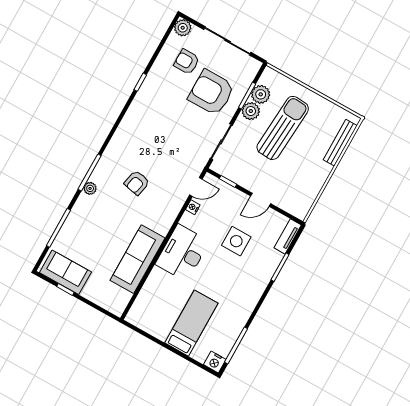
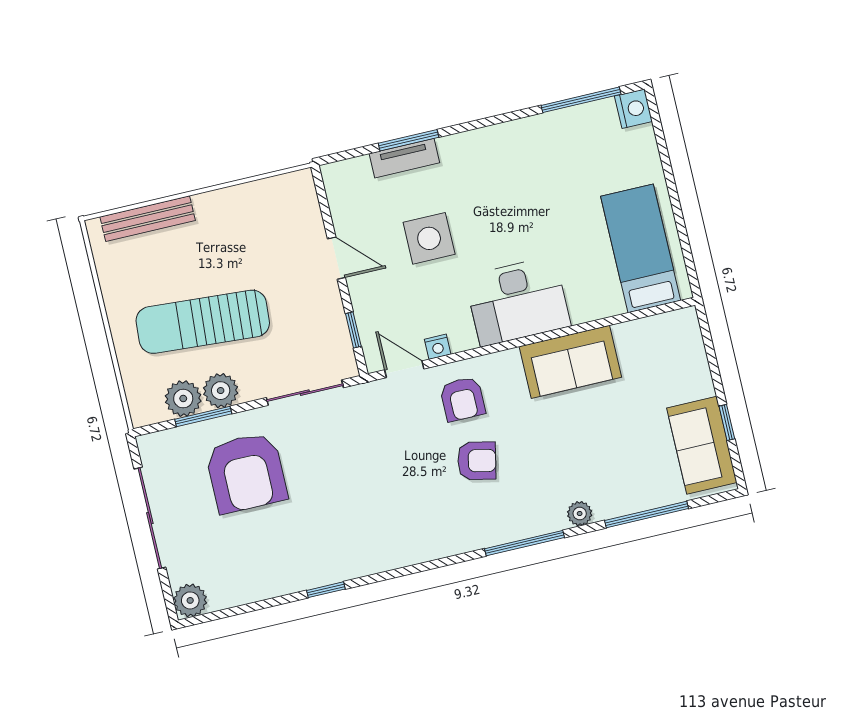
armchair: (187, 62) -> (463, 399), moved
plant: (90, 188) -> (580, 514), moved
tv unit: (288, 236) -> (404, 158), moved
sofa: (138, 259) -> (570, 362), width x0.73
bed: (191, 323) -> (641, 248), moved, turned 90

